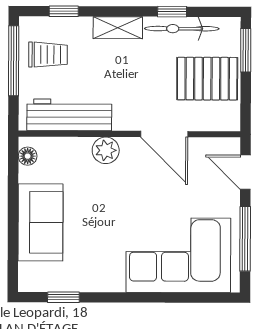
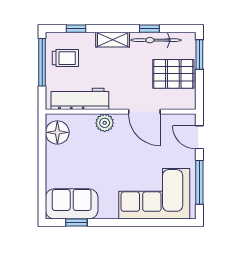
floor lamp: (28, 156) -> (57, 132), width x1.89, depth x1.89
sofa: (41, 222) -> (72, 204), moved, turned -90

